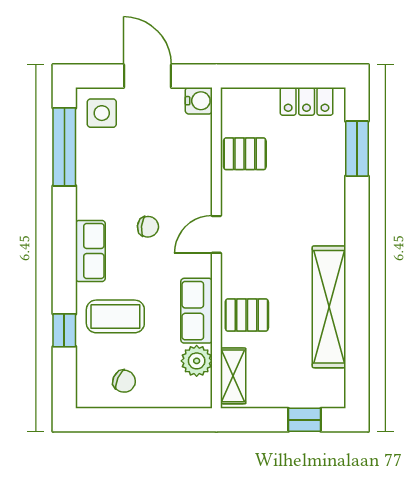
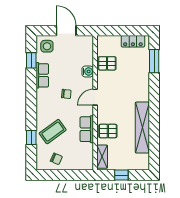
water cooler: (199, 101) -> (88, 72), moved
window: (64, 147) -> (31, 60), width x0.46
row of seats: (90, 251) -> (42, 75), moved
coffee table: (115, 316) -> (53, 132), turned -36
plant: (197, 361) -> (87, 150), removed
window: (305, 420) -> (121, 175), moved

